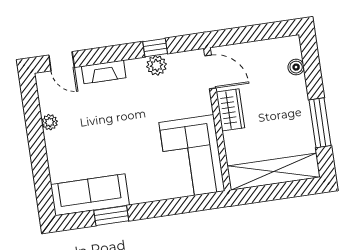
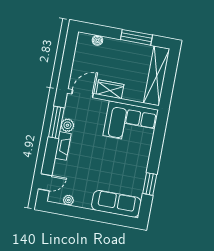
window: (155, 48) -> (56, 122), width x2.17
fireplace: (104, 72) -> (63, 146), moved
plant: (50, 122) -> (68, 200), moved
sofa: (90, 195) -> (116, 204), moved, turned 90

